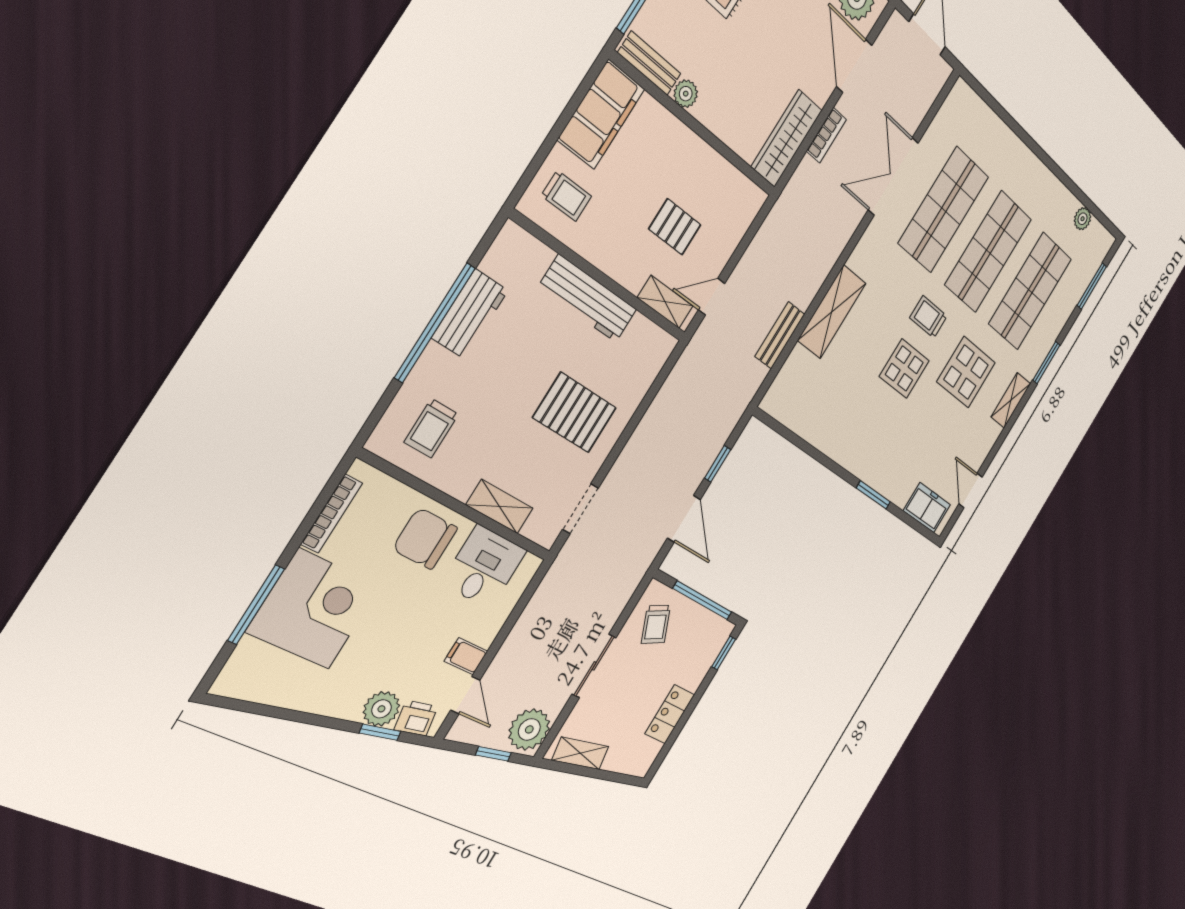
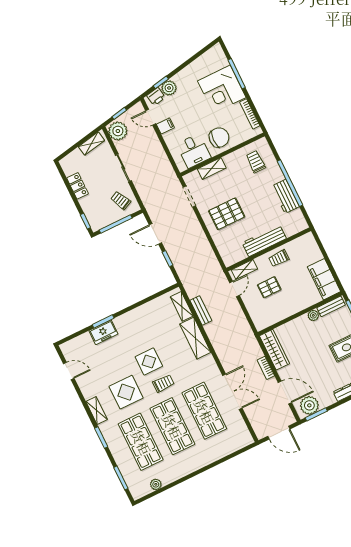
trolley: (566, 196) -> (279, 258), moved
shelving: (789, 376) -> (182, 306), added
freezer: (927, 508) -> (103, 332), moved

